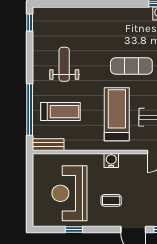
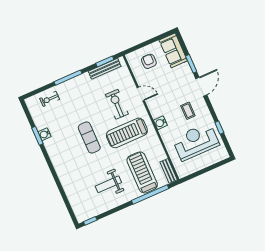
treadmill: (61, 112) -> (142, 172), width x1.37, depth x1.38
reception desk: (69, 193) -> (196, 142), turned 180

